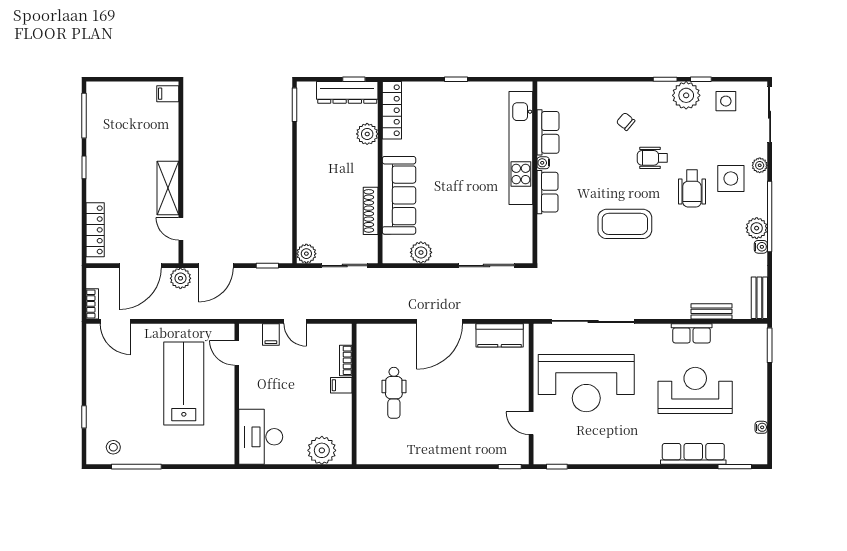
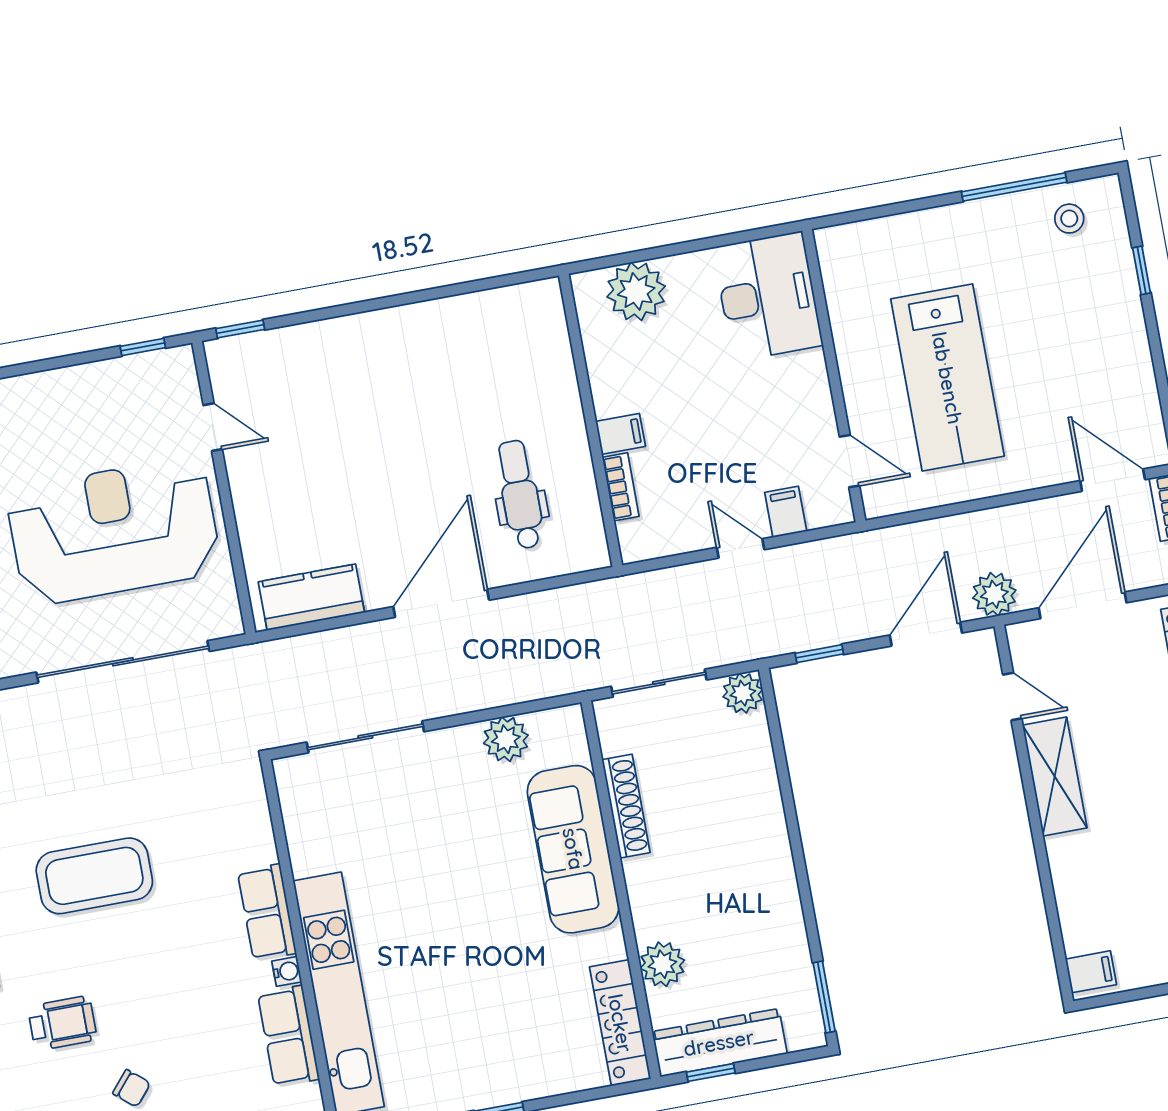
dental chair: (394, 393) -> (520, 495), moved

